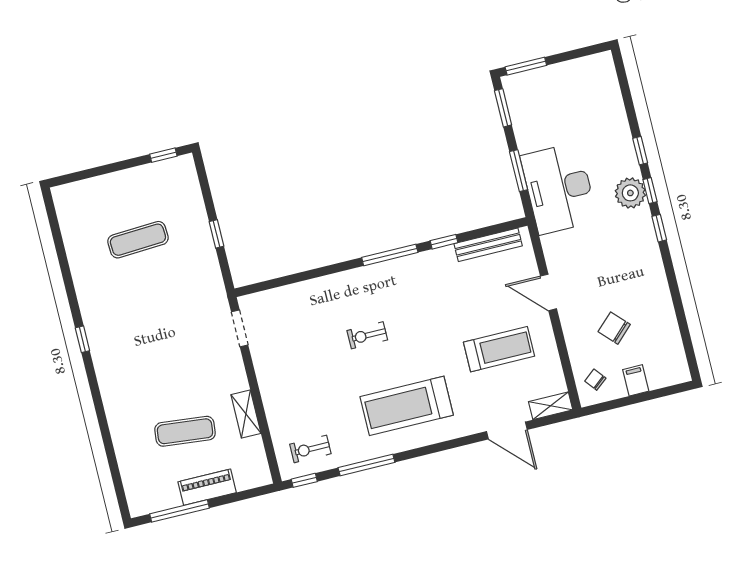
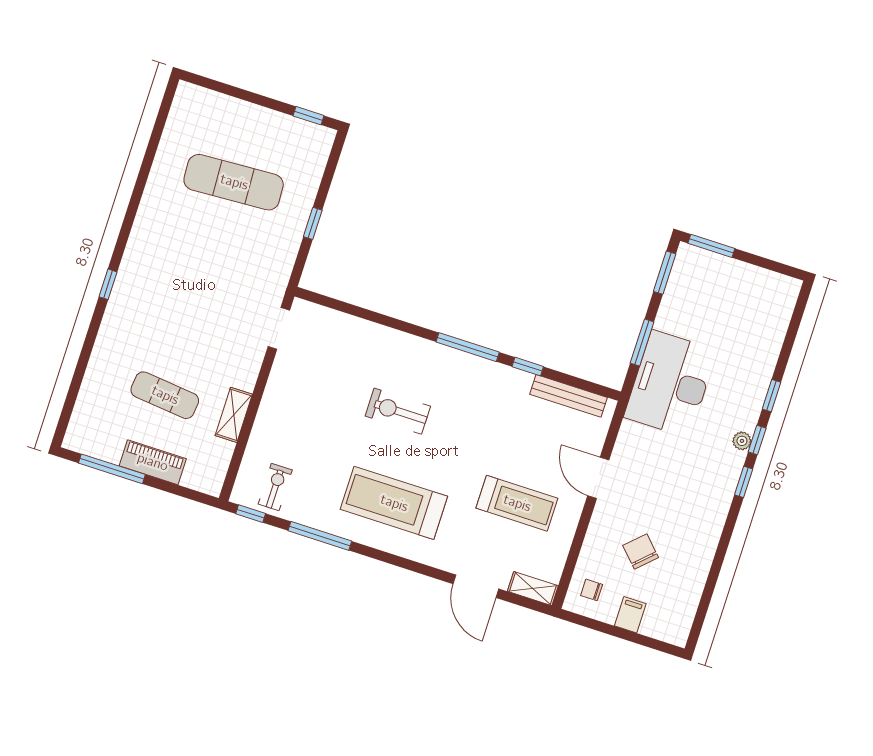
plant: (630, 193) -> (742, 441), width x0.53, depth x0.53
exercise mat: (138, 240) -> (234, 182), width x1.36, depth x1.45
exercise bike: (367, 335) -> (398, 411), width x1.38, depth x1.39
window: (82, 339) -> (108, 284), moved
chair: (595, 380) -> (592, 590), turned -51
exercise bike: (310, 449) -> (275, 487), turned 90

